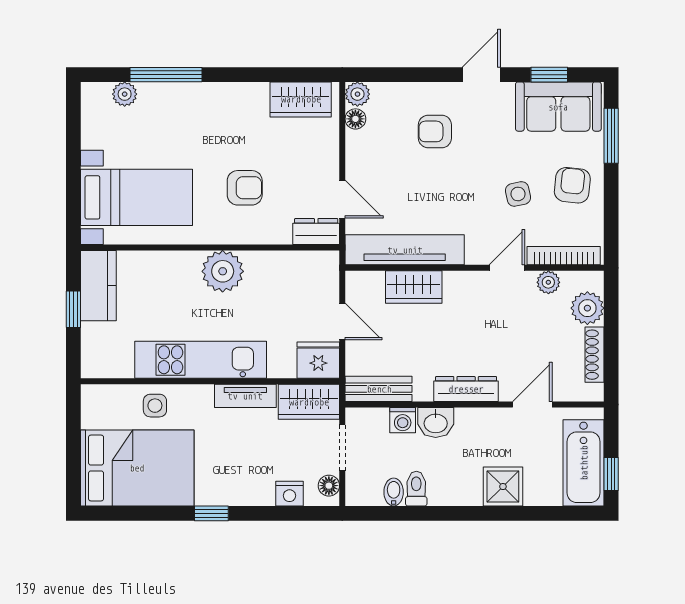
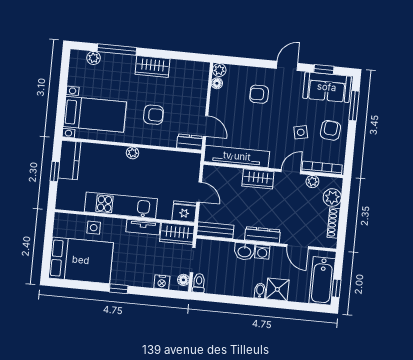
wardrobe: (301, 99) -> (152, 67), moved
plant: (223, 271) -> (133, 153), width x0.53, depth x0.53
wardrobe: (414, 287) -> (258, 179), moved
door: (532, 404) -> (298, 247), swing flipped
washing machine: (403, 420) -> (262, 252), moved
toilet: (416, 489) -> (199, 283), moved
bidet: (394, 492) -> (260, 291), moved

